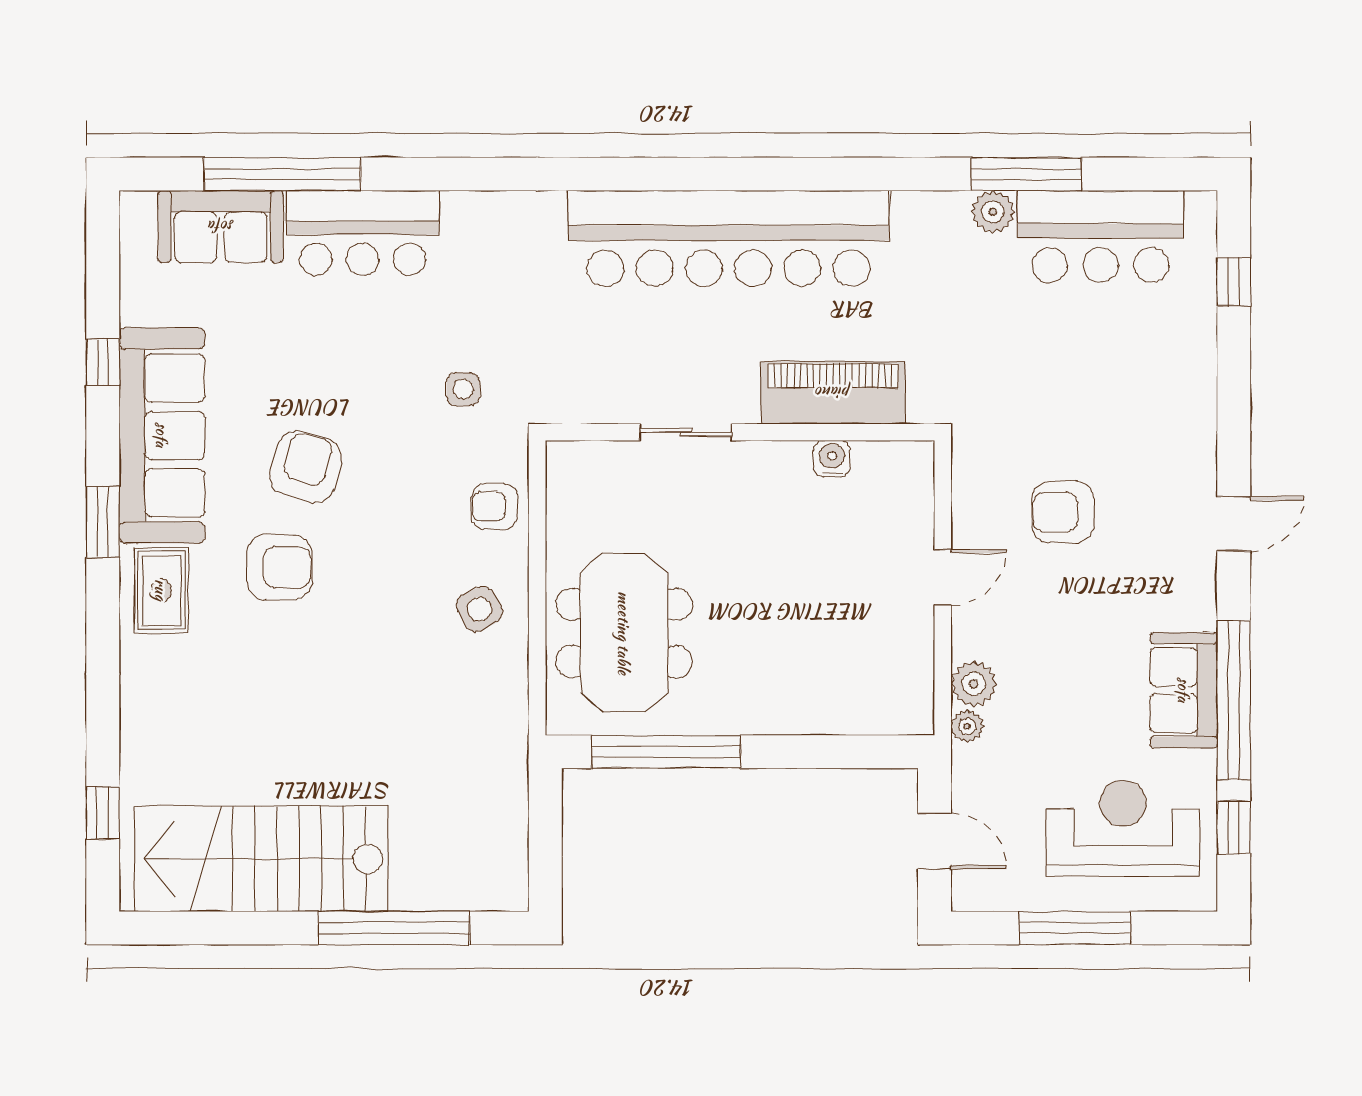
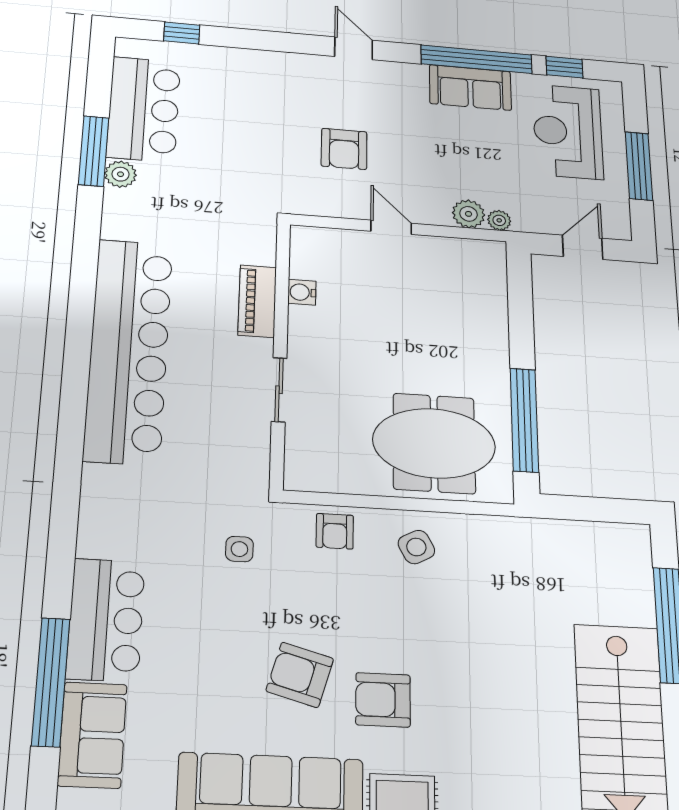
piano: (833, 393) -> (257, 301), width x0.73, depth x0.75
armchair: (279, 567) -> (383, 700), turned -90

